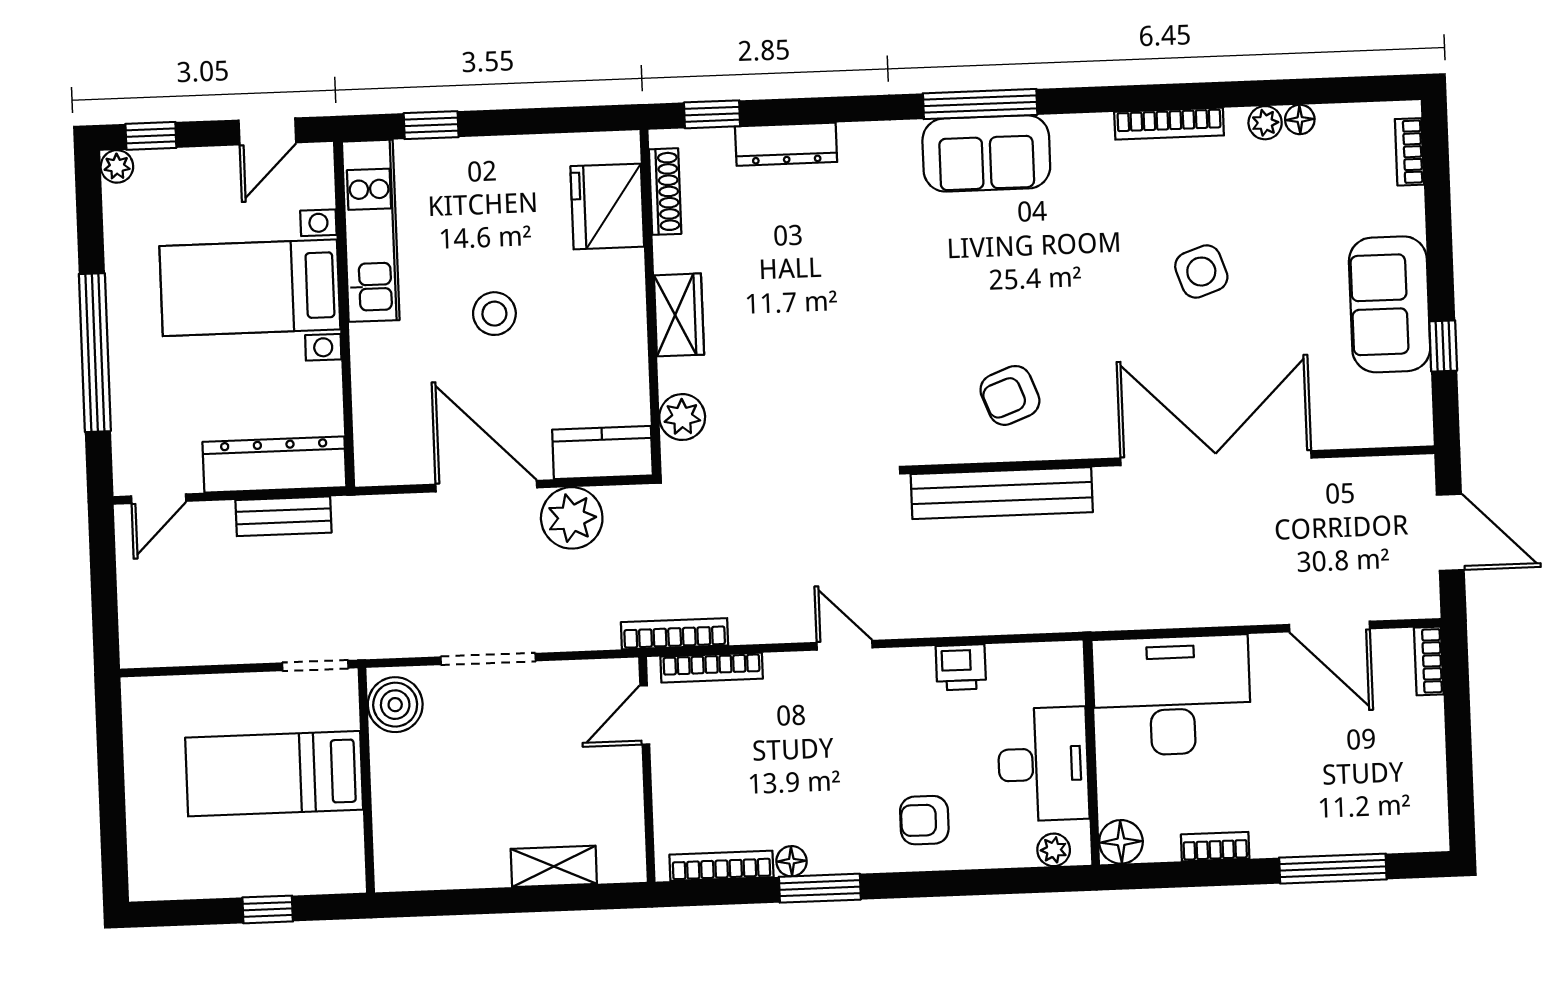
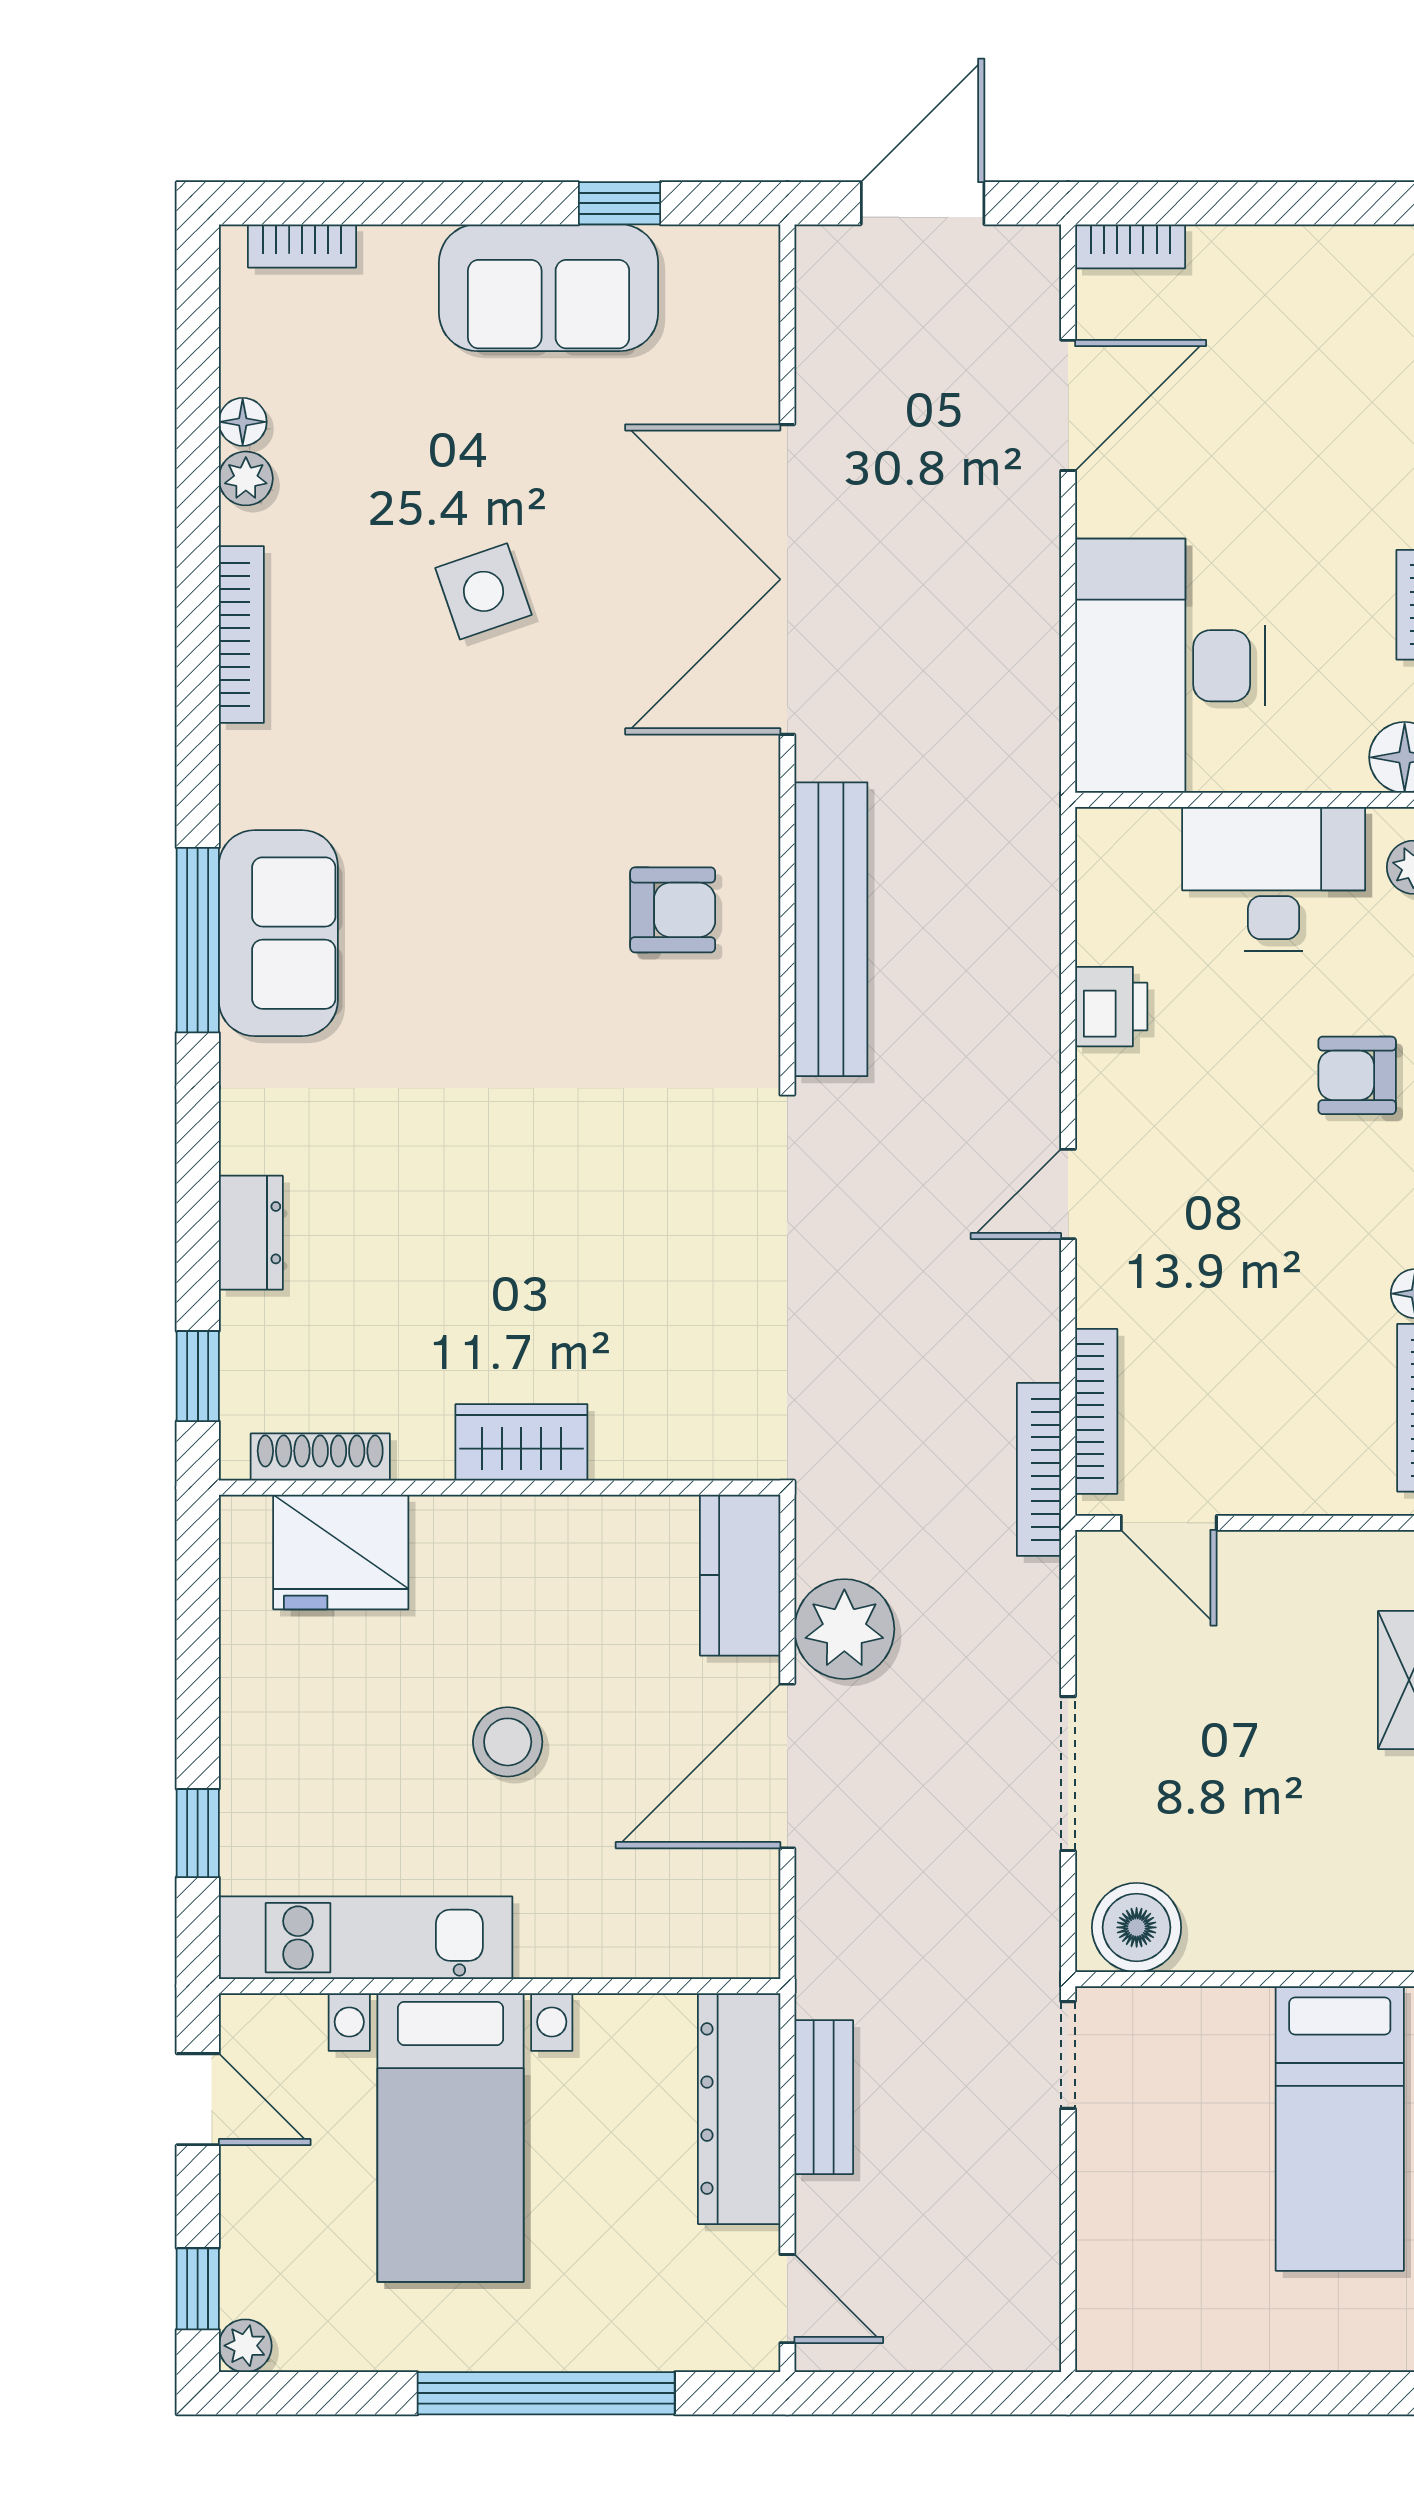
dresser: (786, 144) -> (251, 1233), width x0.70
armchair: (1010, 395) -> (673, 910), turned -69
plant: (682, 417) -> (687, 1443), removed
bed: (274, 774) -> (1340, 2128), moved
armchair: (924, 820) -> (1357, 1075), turned 90

